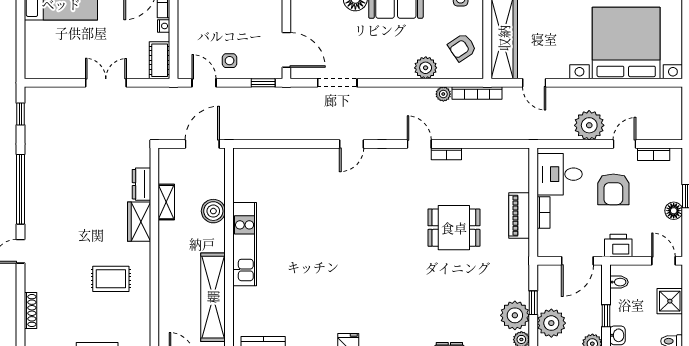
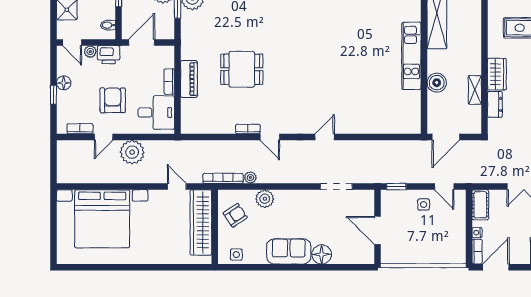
door: (286, 50) -> (378, 230), moved
plant: (641, 249) -> (90, 52), added

